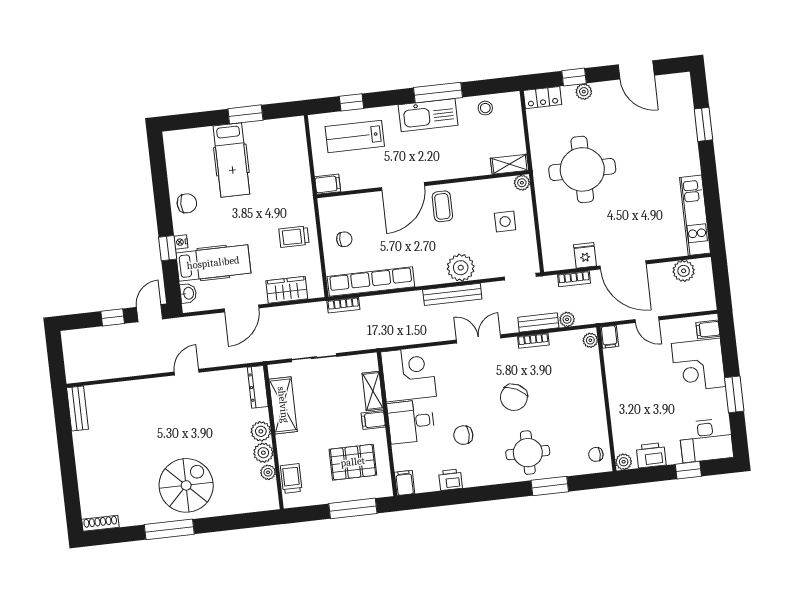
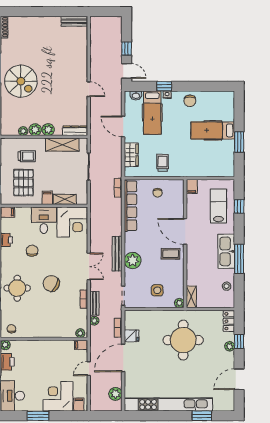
kitchen unit: (695, 215) -> (168, 405), width x1.86
trolley: (291, 479) -> (27, 156), moved

